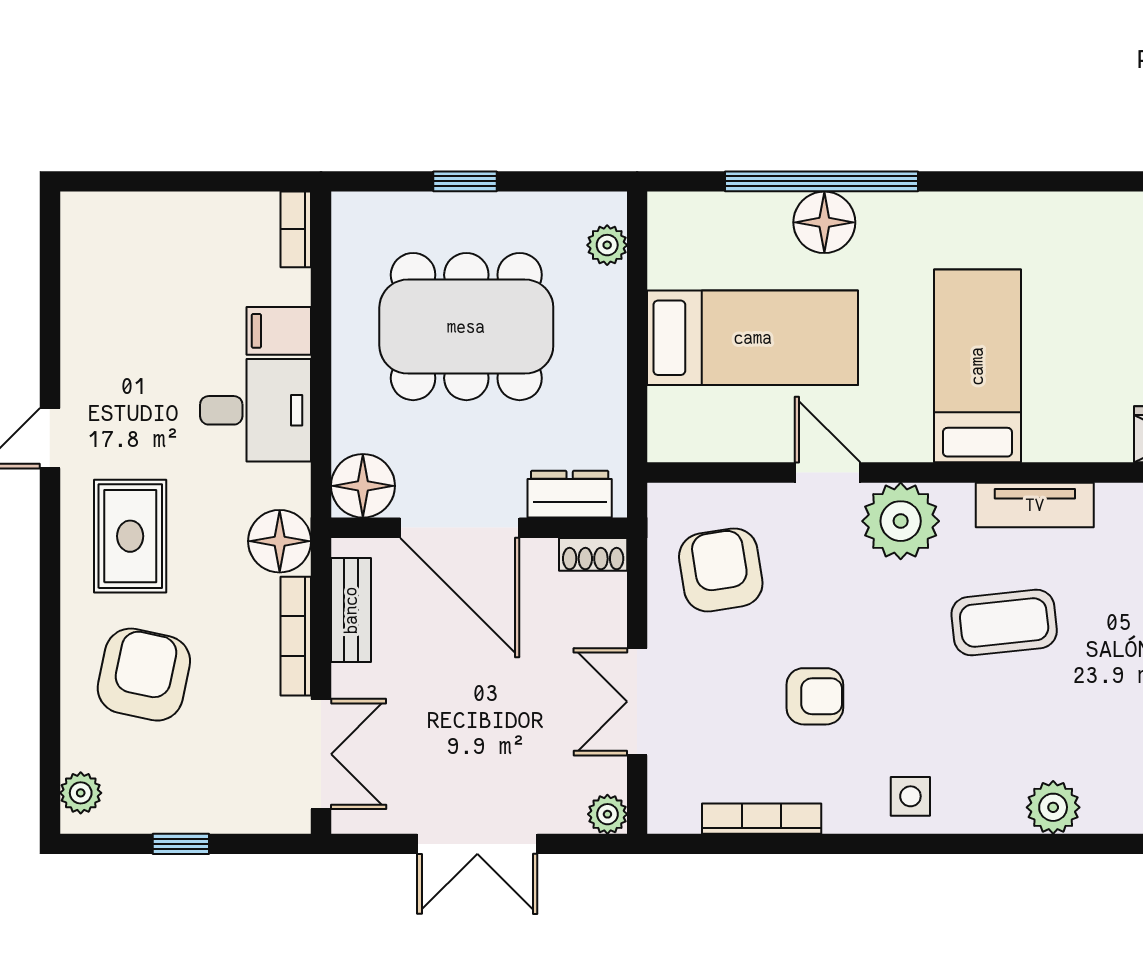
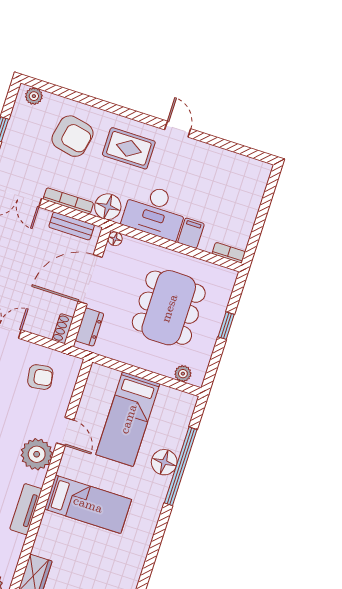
desk: (256, 410) -> (155, 211), width x1.37
door: (827, 473) -> (65, 432), hinge flipped
floor lamp: (363, 486) -> (115, 239), width x0.53, depth x0.53
armchair: (721, 570) -> (40, 377), width x0.72, depth x0.72

